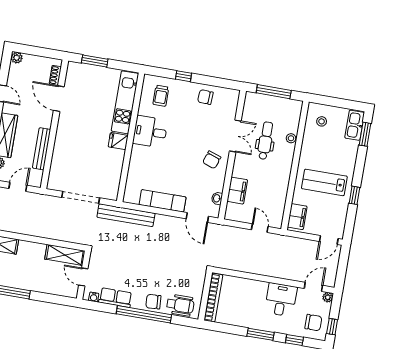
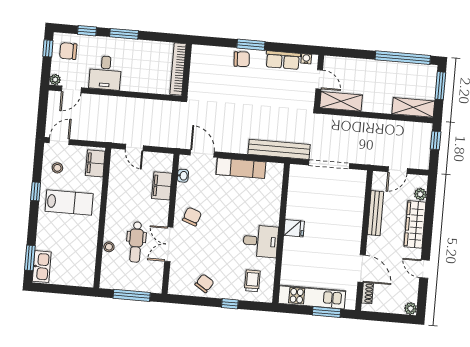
chair: (205, 97) -> (204, 283), turned -60
kitchen unit: (125, 102) -> (312, 297), moved, turned -90
stool: (322, 121) -> (57, 168), moved
wheelchair: (180, 305) -> (213, 58), removed
window: (144, 314) -> (251, 45), width x0.47

